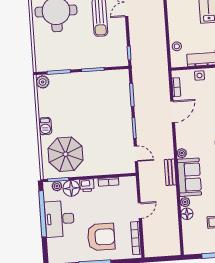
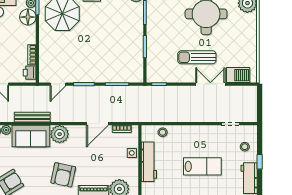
door: (173, 112) -> (97, 124), hinge flipped
plant: (182, 153) -> (60, 134), width x1.88, depth x1.88
bench: (170, 172) -> (32, 117), width x1.36
printer: (87, 185) -> (30, 73), moved

